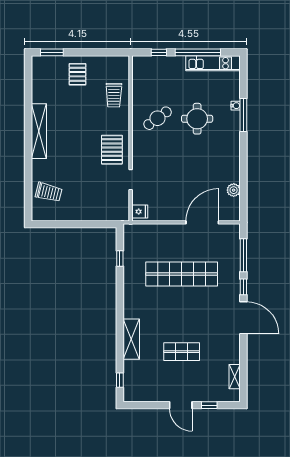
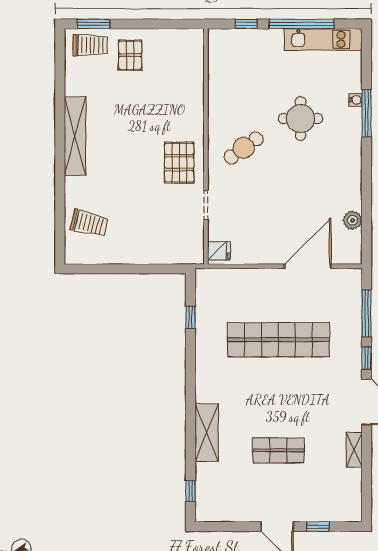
trolley: (114, 95) -> (90, 45), moved, turned -91
cafe table: (158, 118) -> (244, 148), moved
shelving: (235, 377) -> (354, 450), moved

